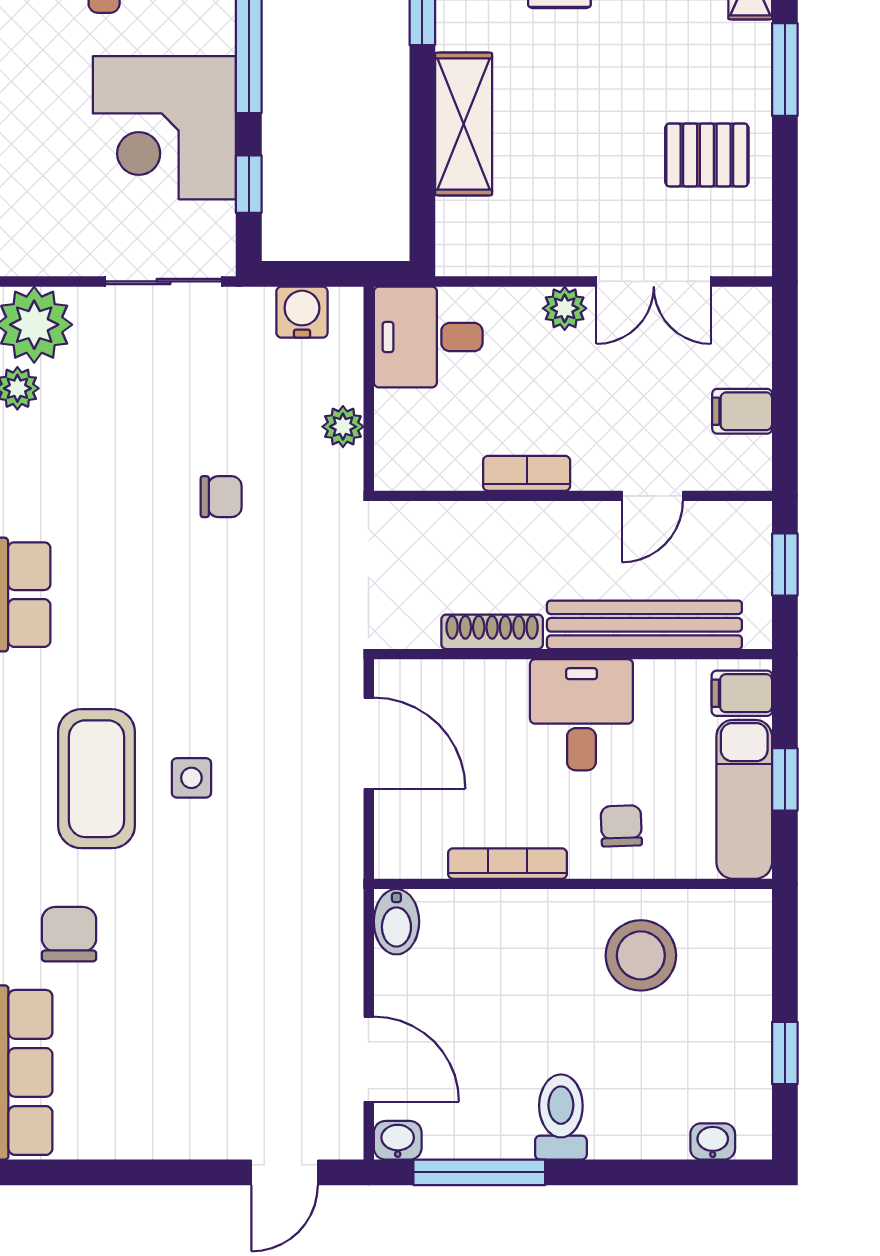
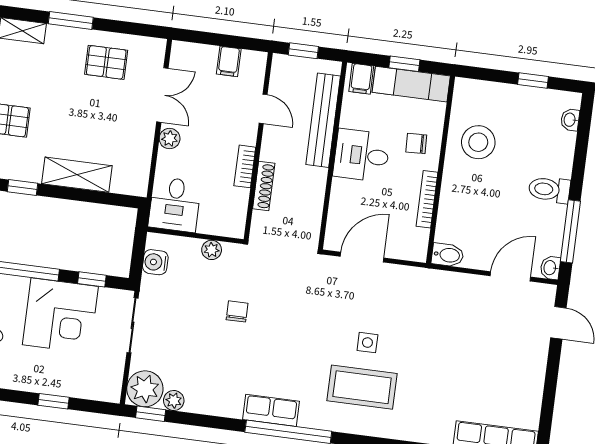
pallet: (707, 155) -> (106, 62), turned 90
shoe rack: (492, 632) -> (264, 186), moved, turned 180
chair: (69, 934) -> (433, 410), removed

